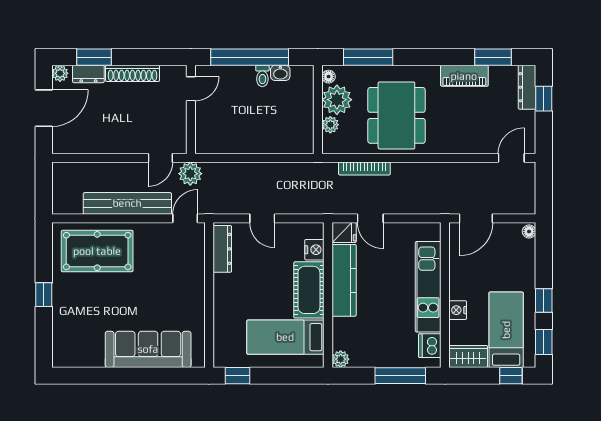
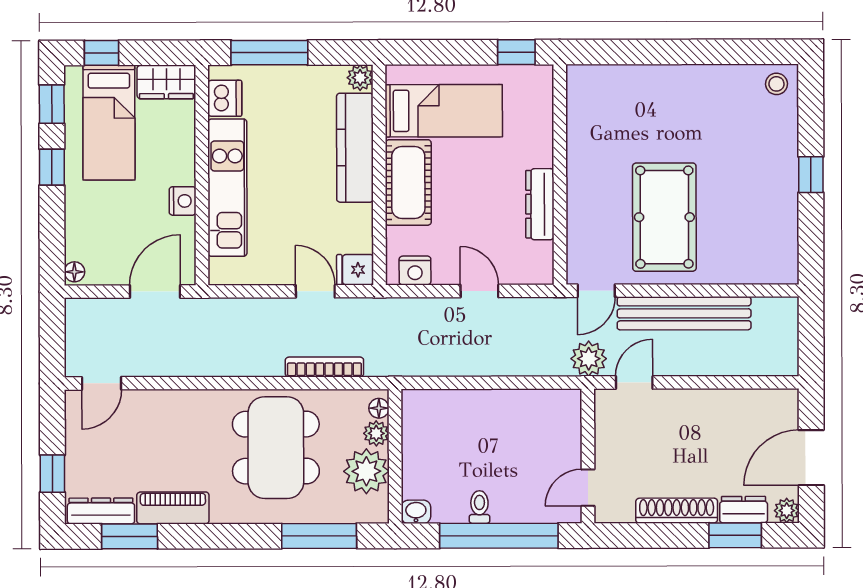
washbasin: (280, 73) -> (416, 512), moved
floor lamp: (329, 77) -> (379, 408), moved
dresser: (527, 87) -> (101, 511), moved, turned -90
dresser: (222, 249) -> (540, 204), moved
nightstand: (314, 250) -> (415, 270), moved, turned -90
pool table: (97, 251) -> (664, 217), moved, turned 90
kitchen counter: (344, 280) -> (355, 148), moved
nightstand: (458, 310) -> (183, 201), moved
sofa: (148, 349) -> (652, 92), removed
stool: (66, 354) -> (776, 84), added

